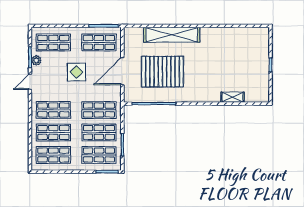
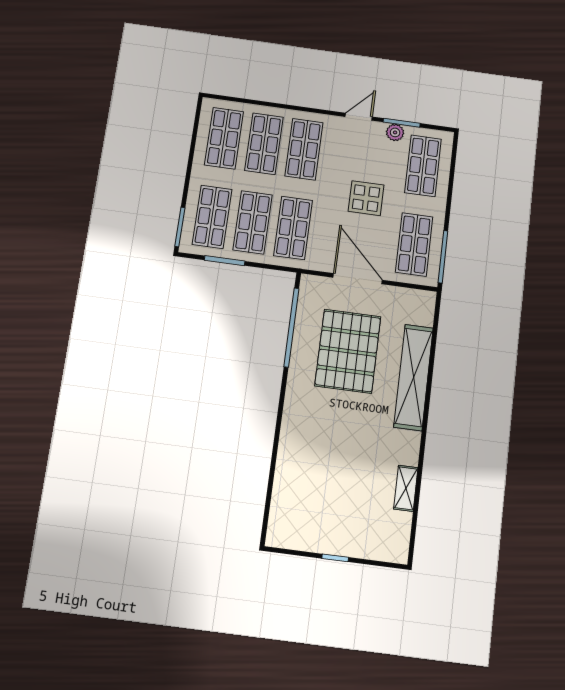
door: (30, 82) -> (359, 117), hinge flipped
shelving: (233, 97) -> (406, 488), moved

